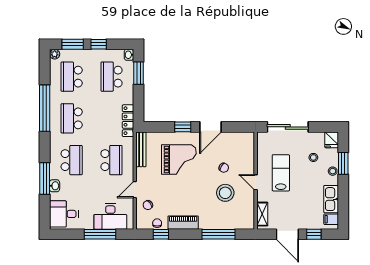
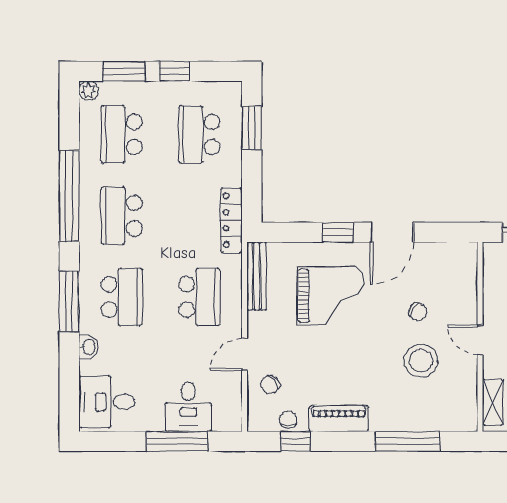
washbasin: (129, 55) -> (233, 92), removed
window: (45, 178) -> (69, 301), moved
desk: (110, 216) -> (188, 407), width x0.73

